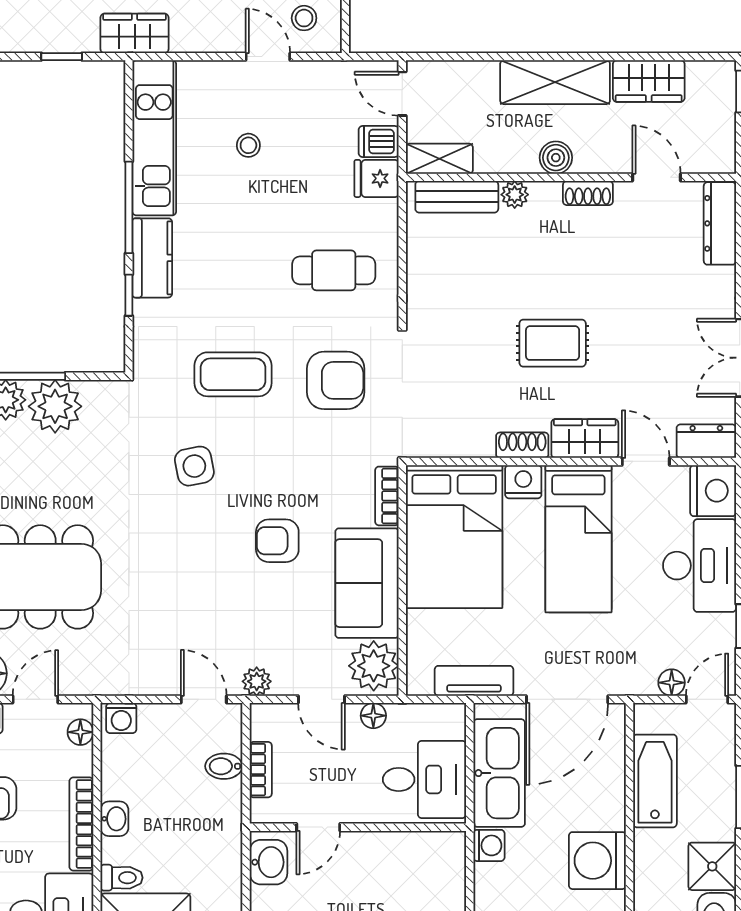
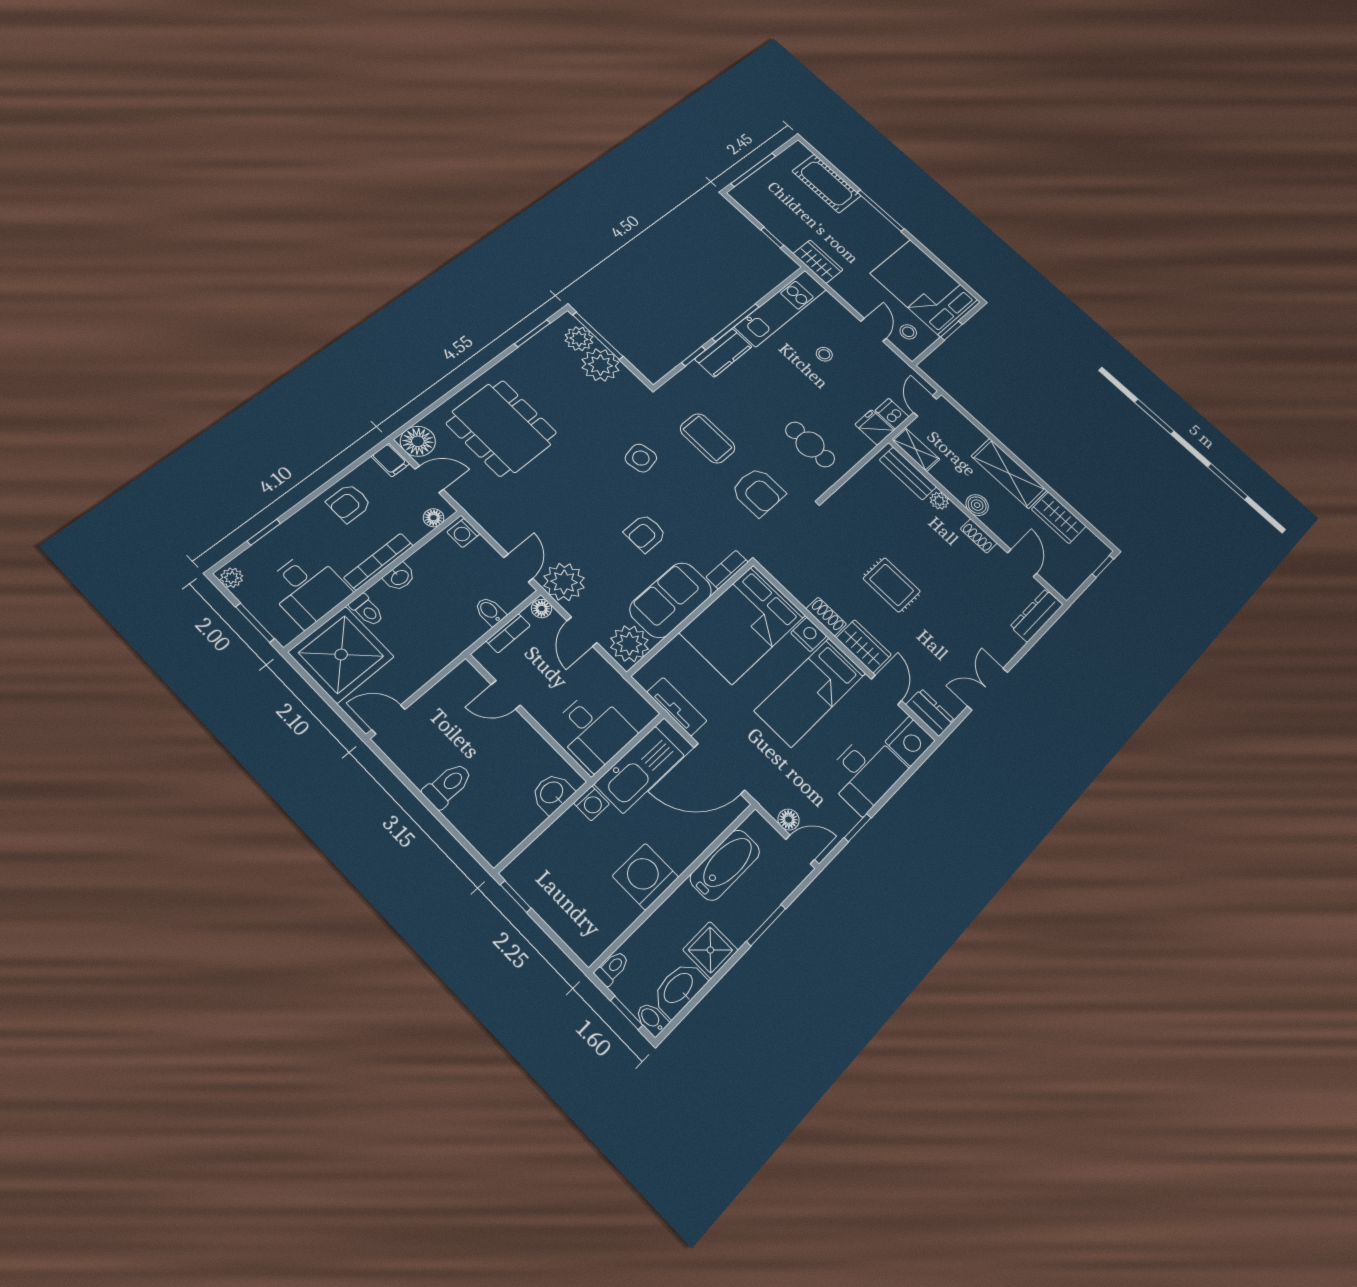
armchair: (277, 541) -> (645, 533), turned -90
plant: (257, 681) -> (564, 582), width x1.88, depth x1.88
floor lamp: (373, 716) -> (542, 609), moved
washbasin: (268, 862) -> (552, 793), moved, turned 180

